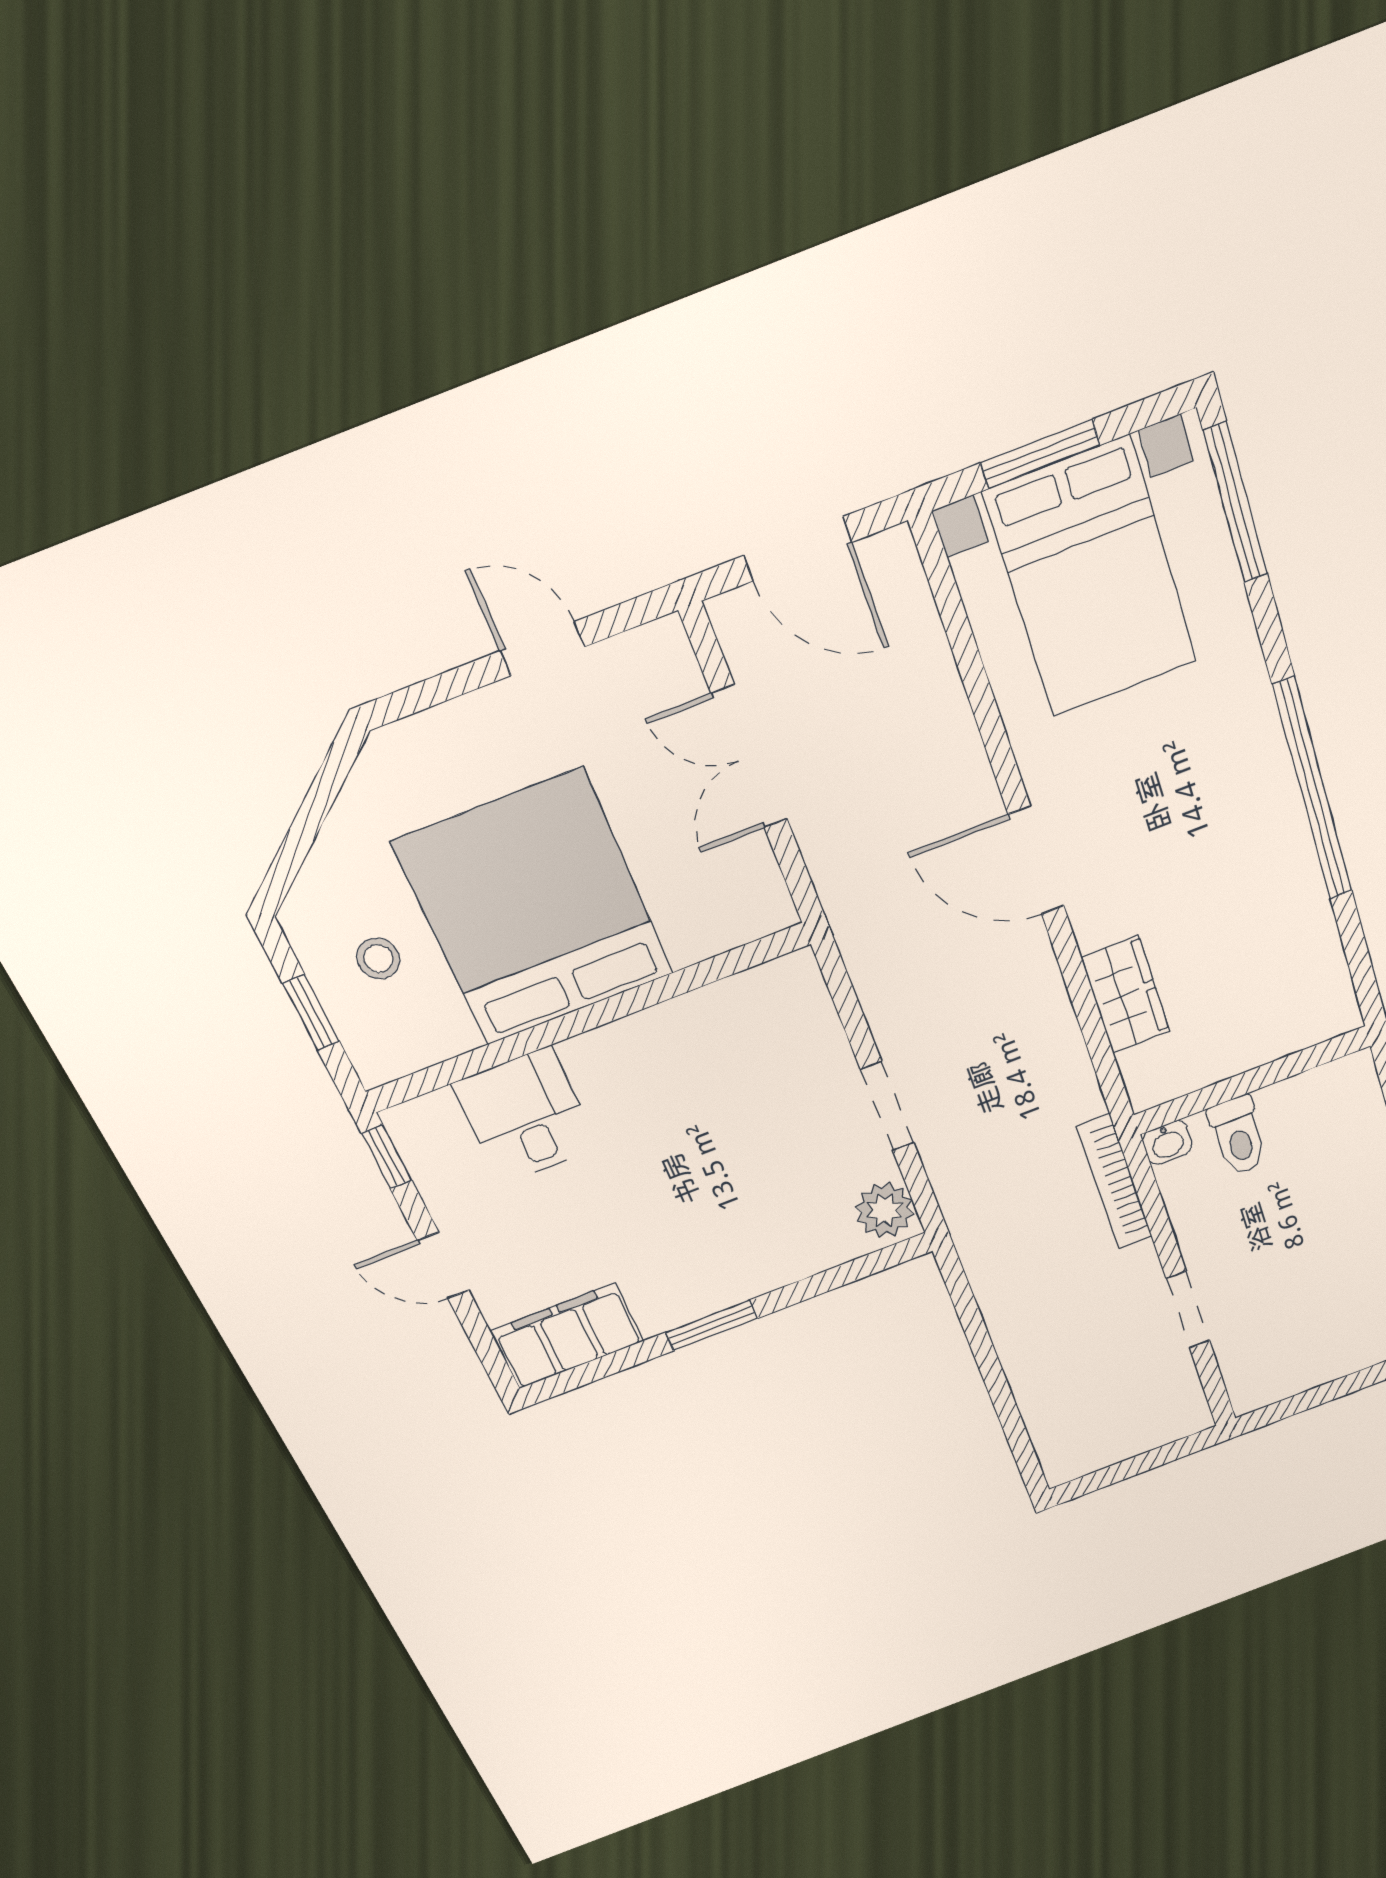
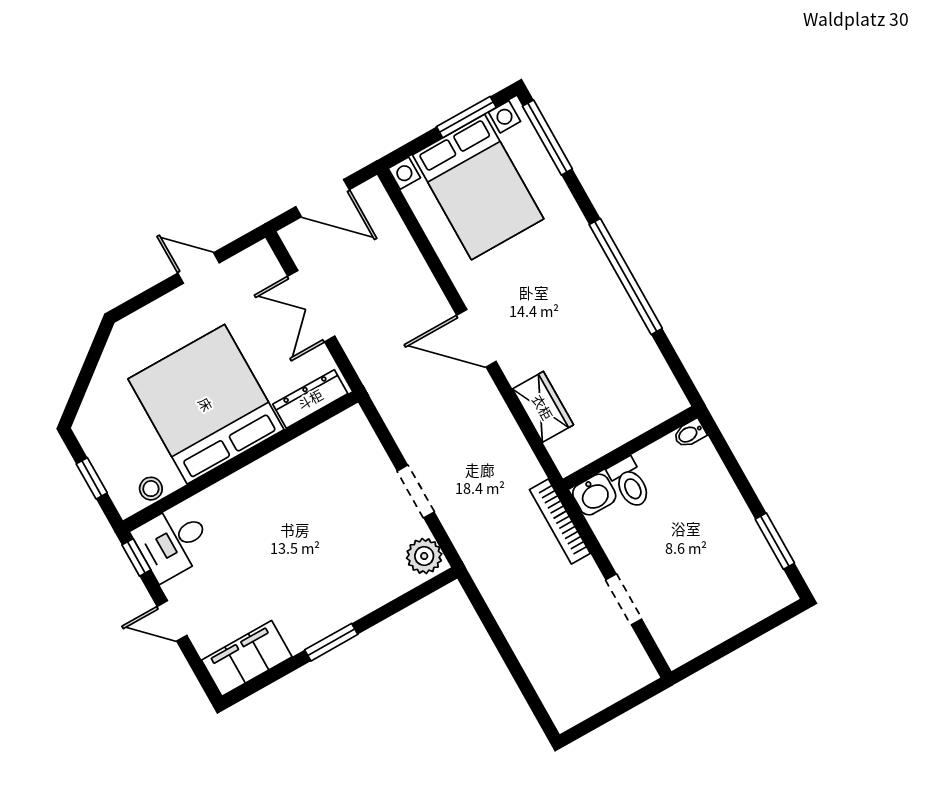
window: (1040, 454) -> (466, 117), moved
dresser: (726, 926) -> (310, 399), added
stool: (378, 959) -> (151, 489), moved
bidet: (1351, 1070) -> (690, 434), added
desk: (526, 1116) -> (173, 542), moved, turned -90
washbasin: (1167, 1143) -> (594, 494), width x1.38, depth x1.45

